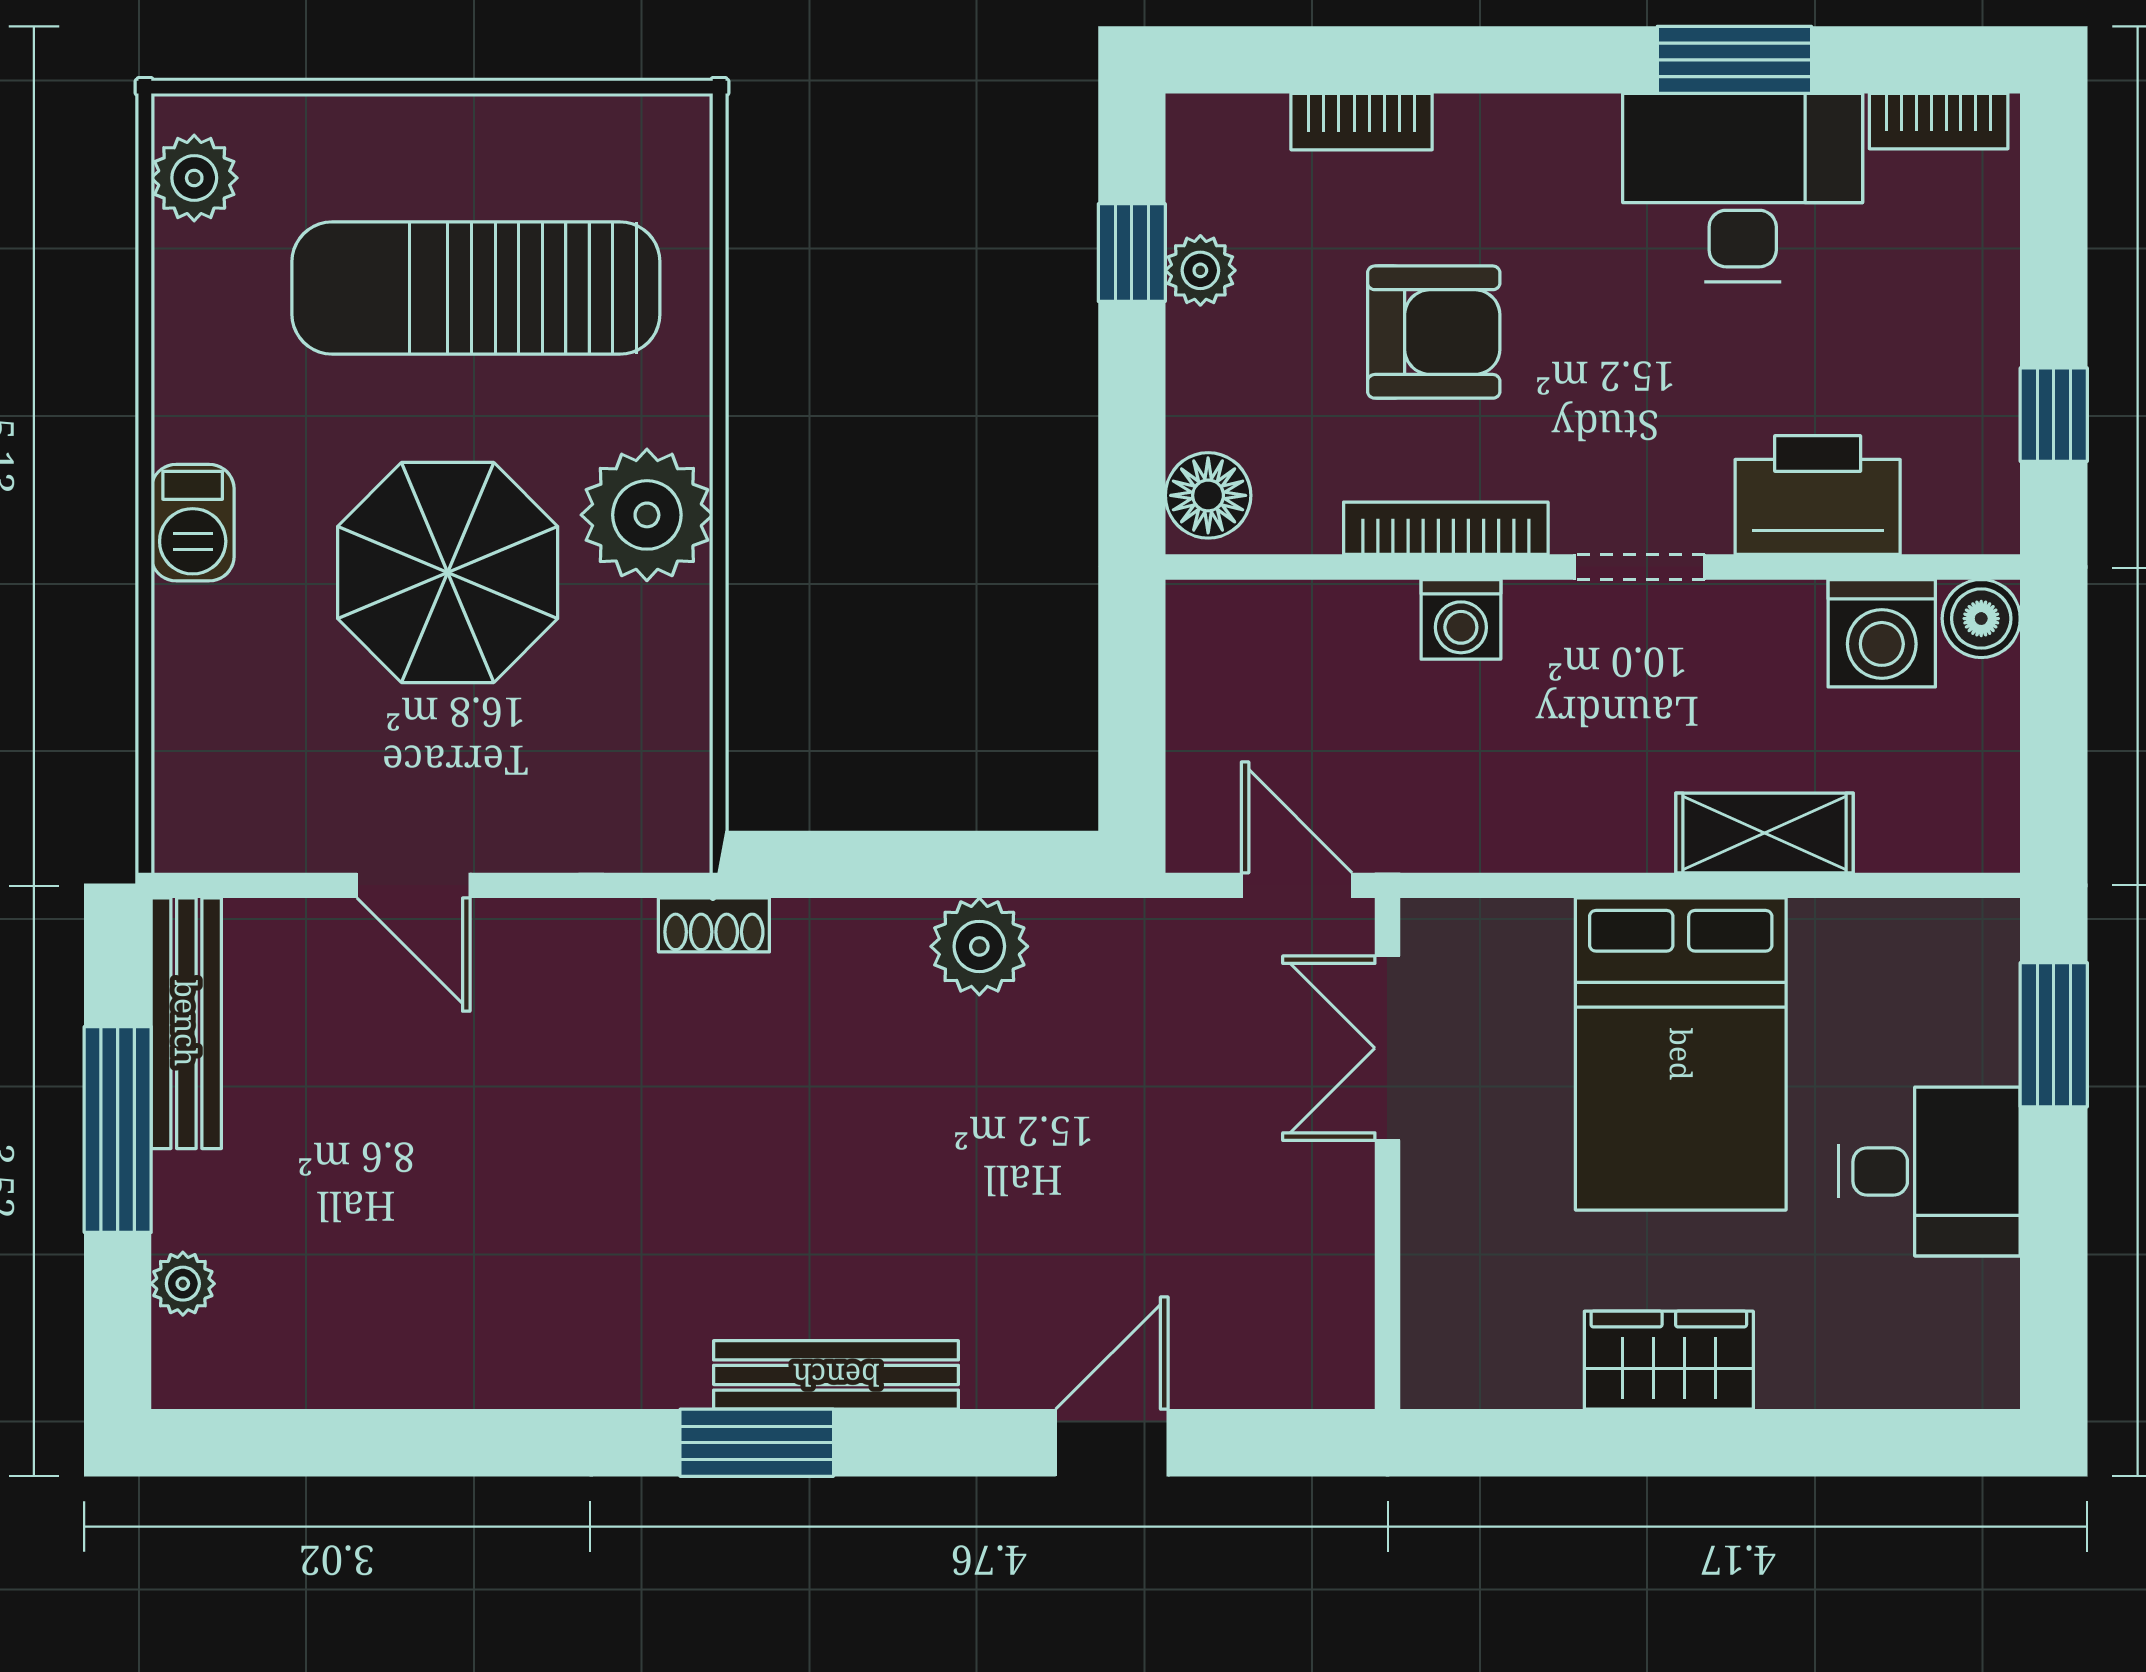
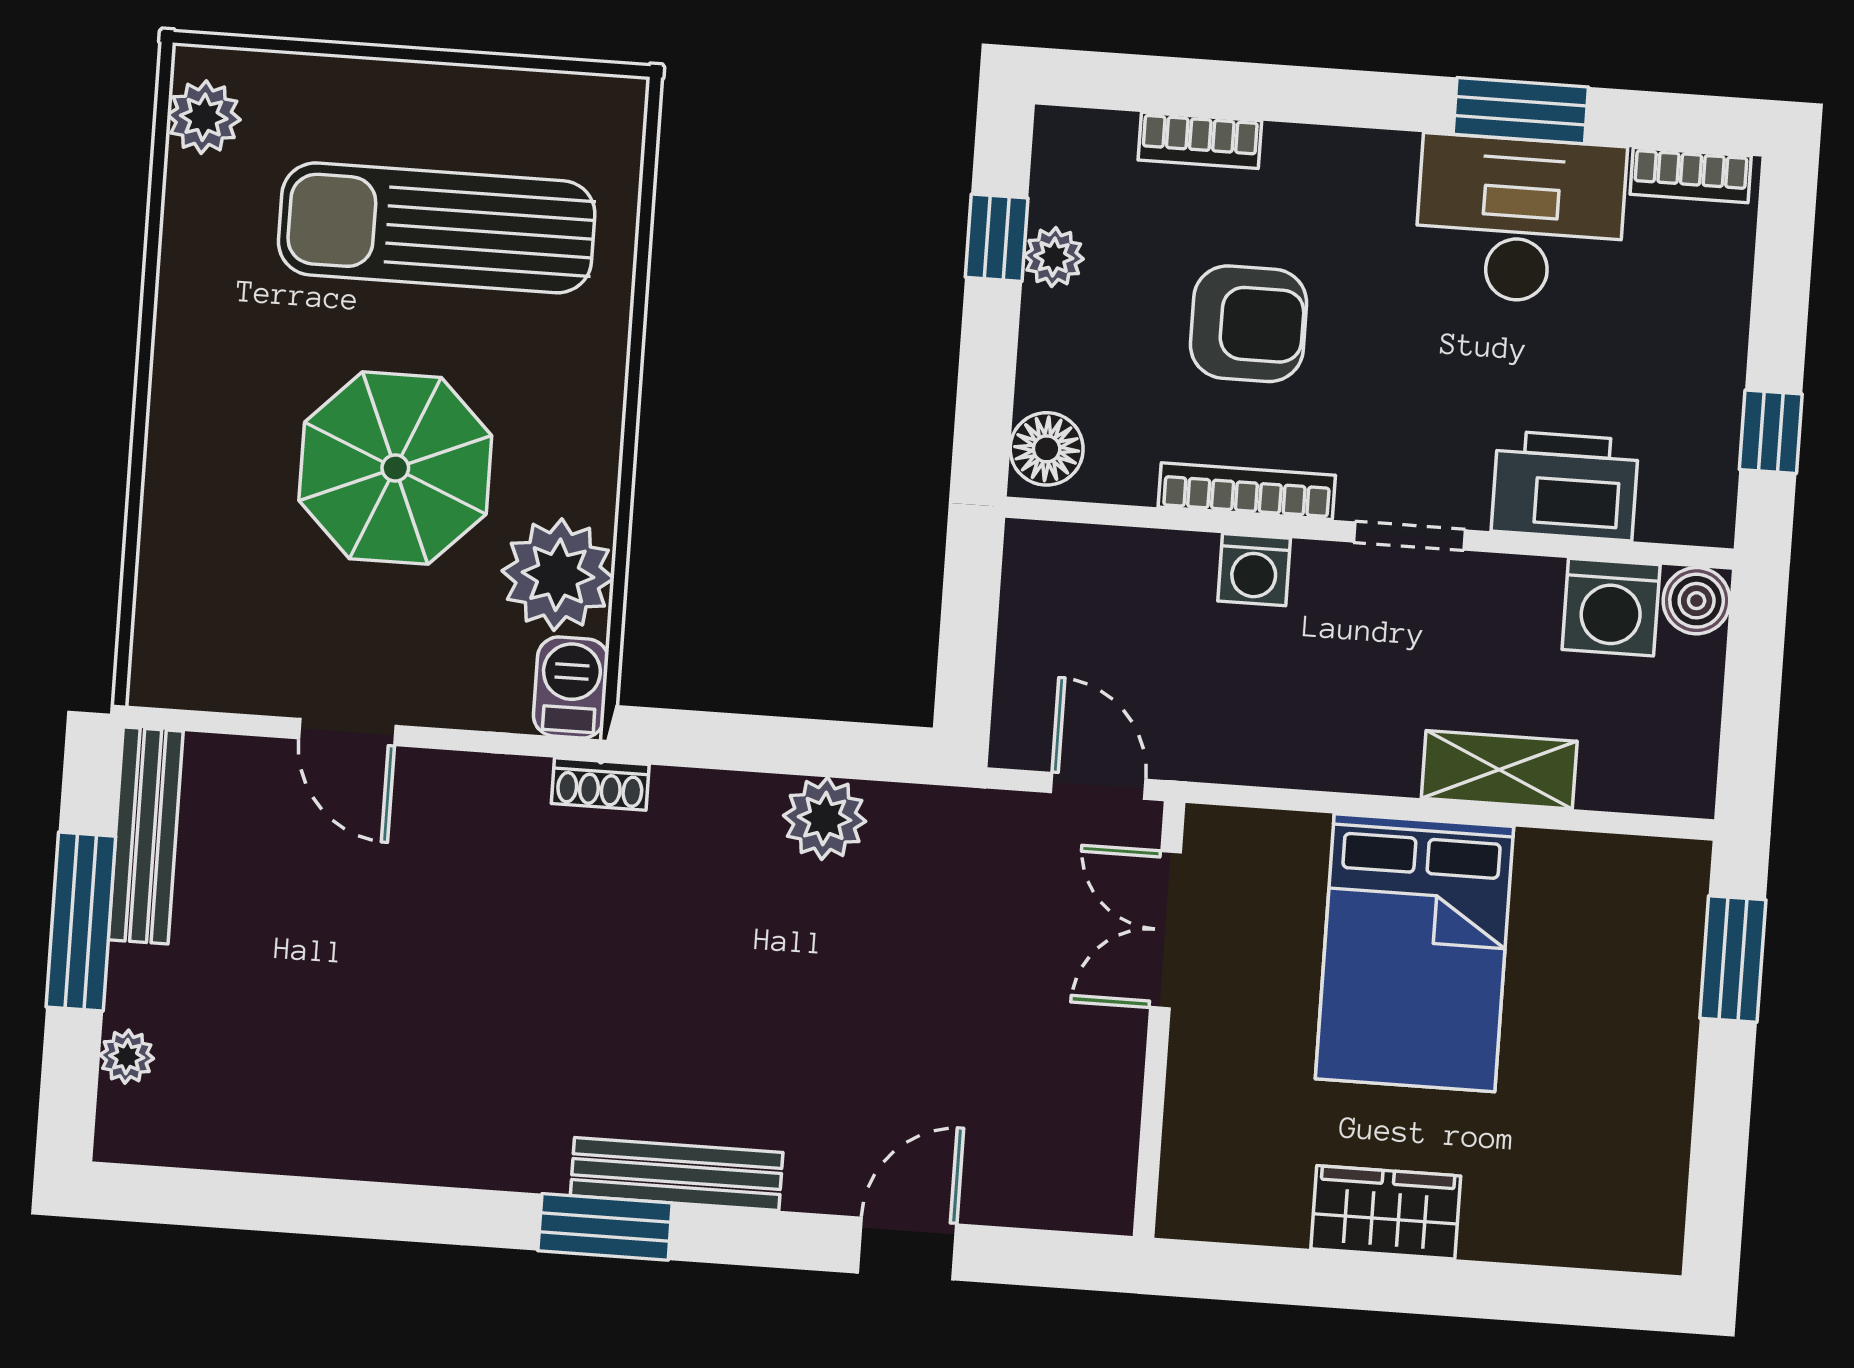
plant: (647, 515) -> (558, 575), moved
barbecue: (193, 523) -> (571, 688), moved, turned 180
desk: (1929, 1171) -> (1619, 1068), removed

